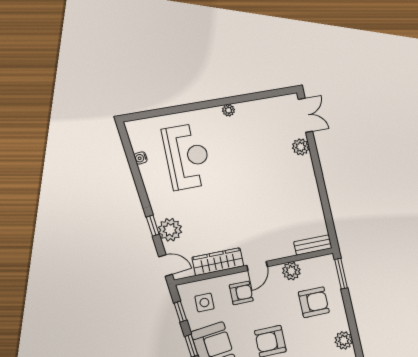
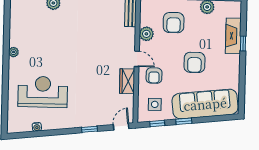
plant: (170, 230) -> (95, 117), removed
wardrobe: (218, 262) -> (127, 81), width x0.67
armchair: (241, 293) -> (154, 76), turned 180
armchair: (314, 302) -> (174, 23), turned 180

